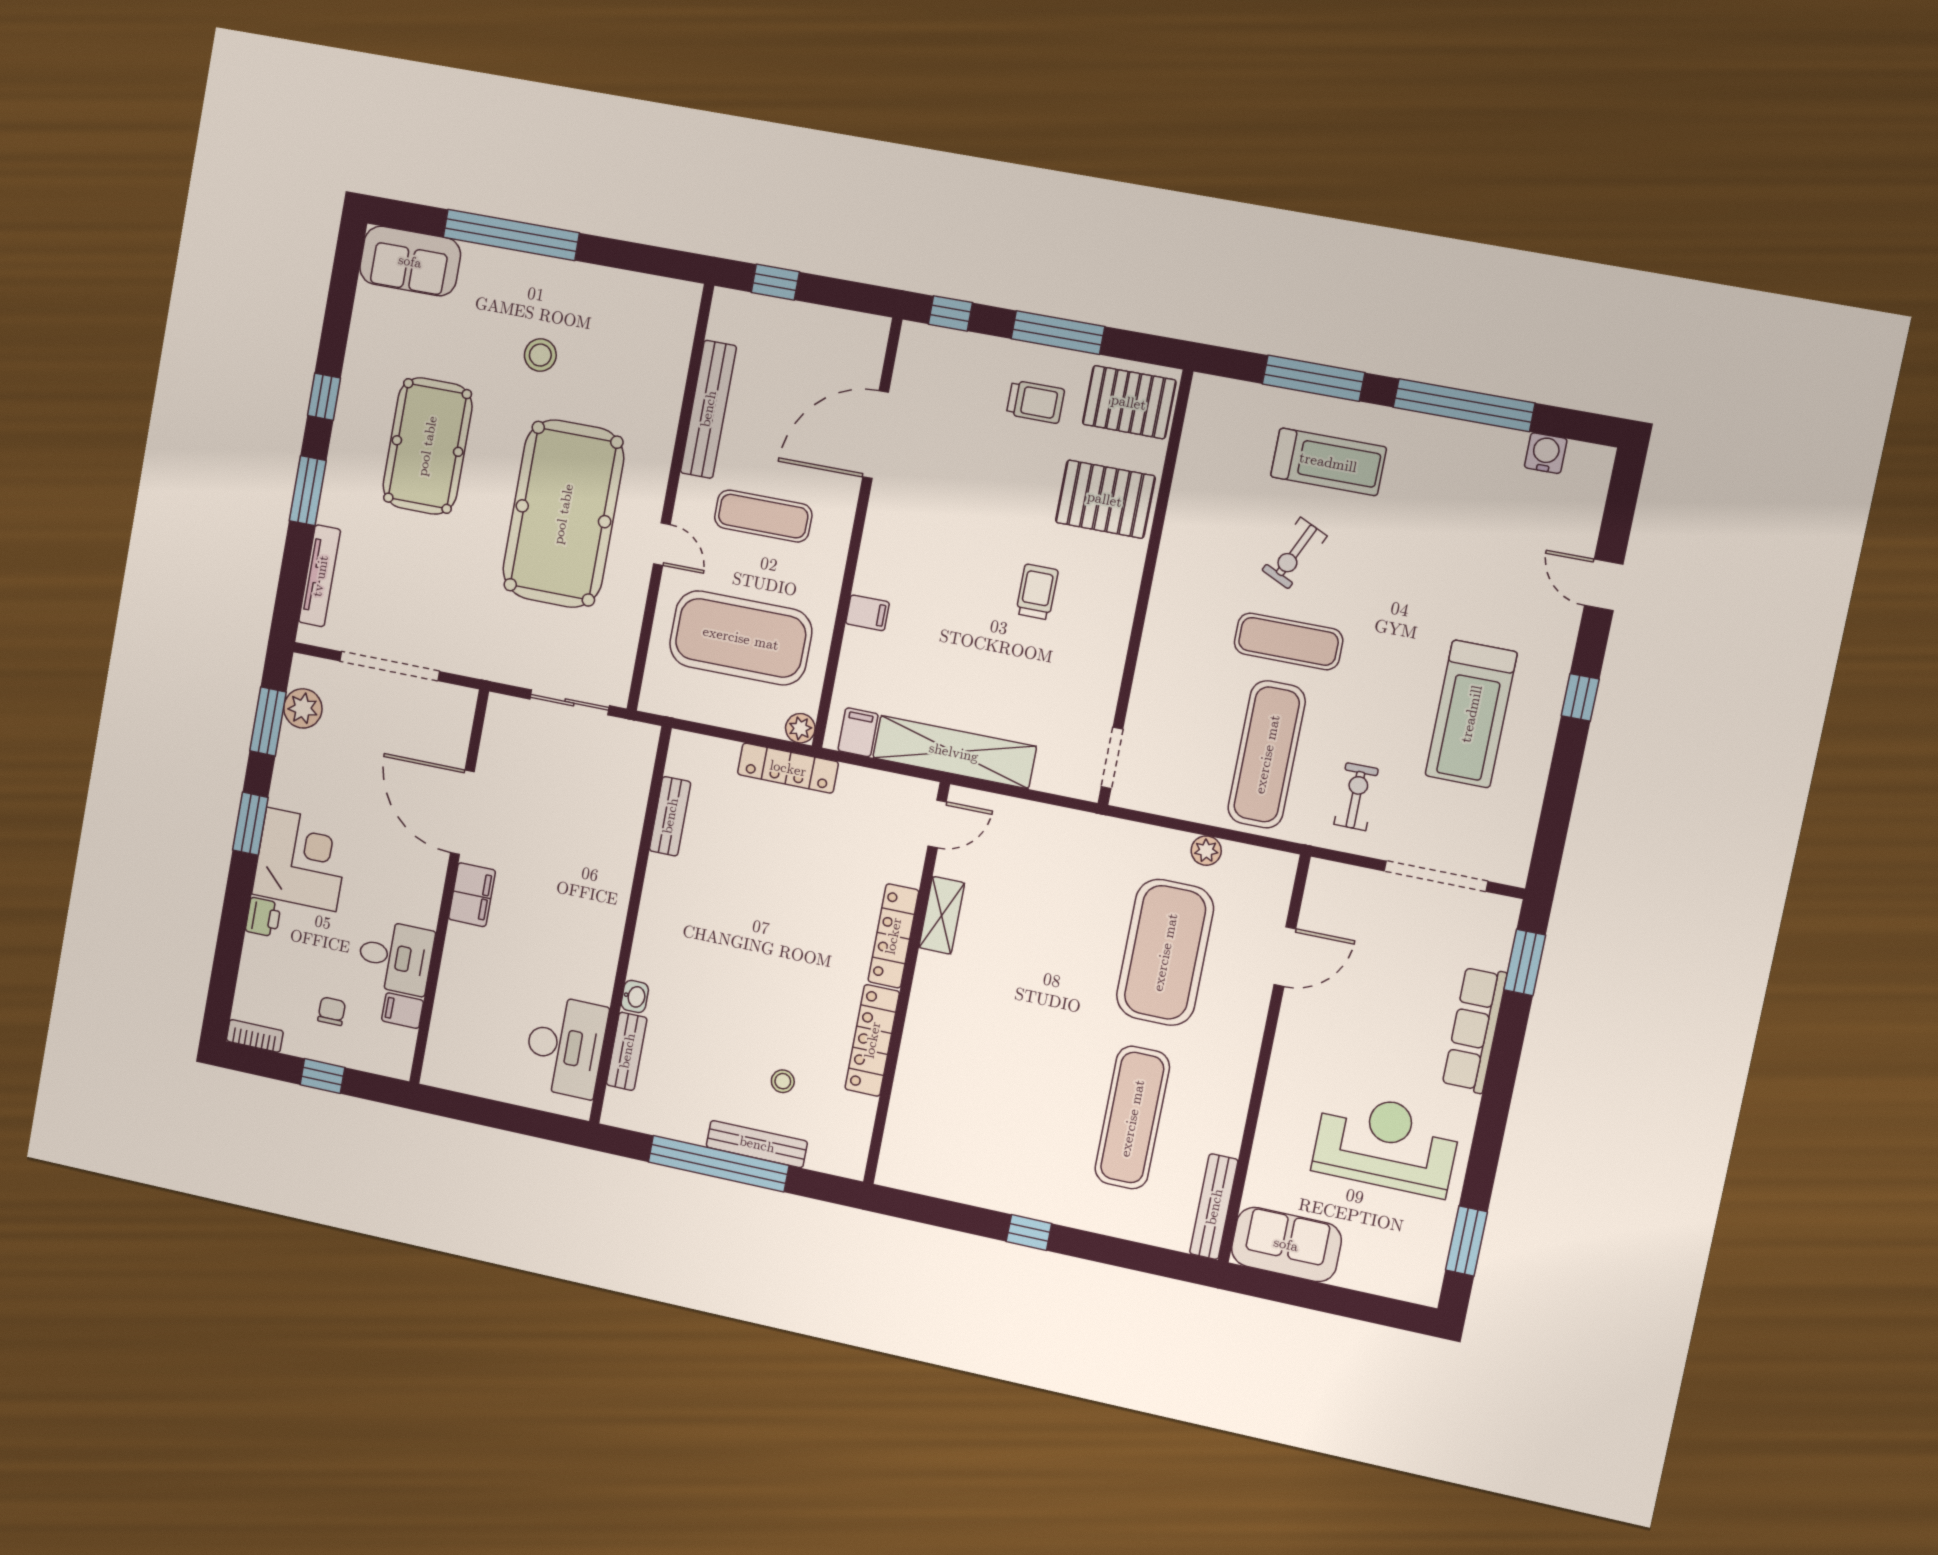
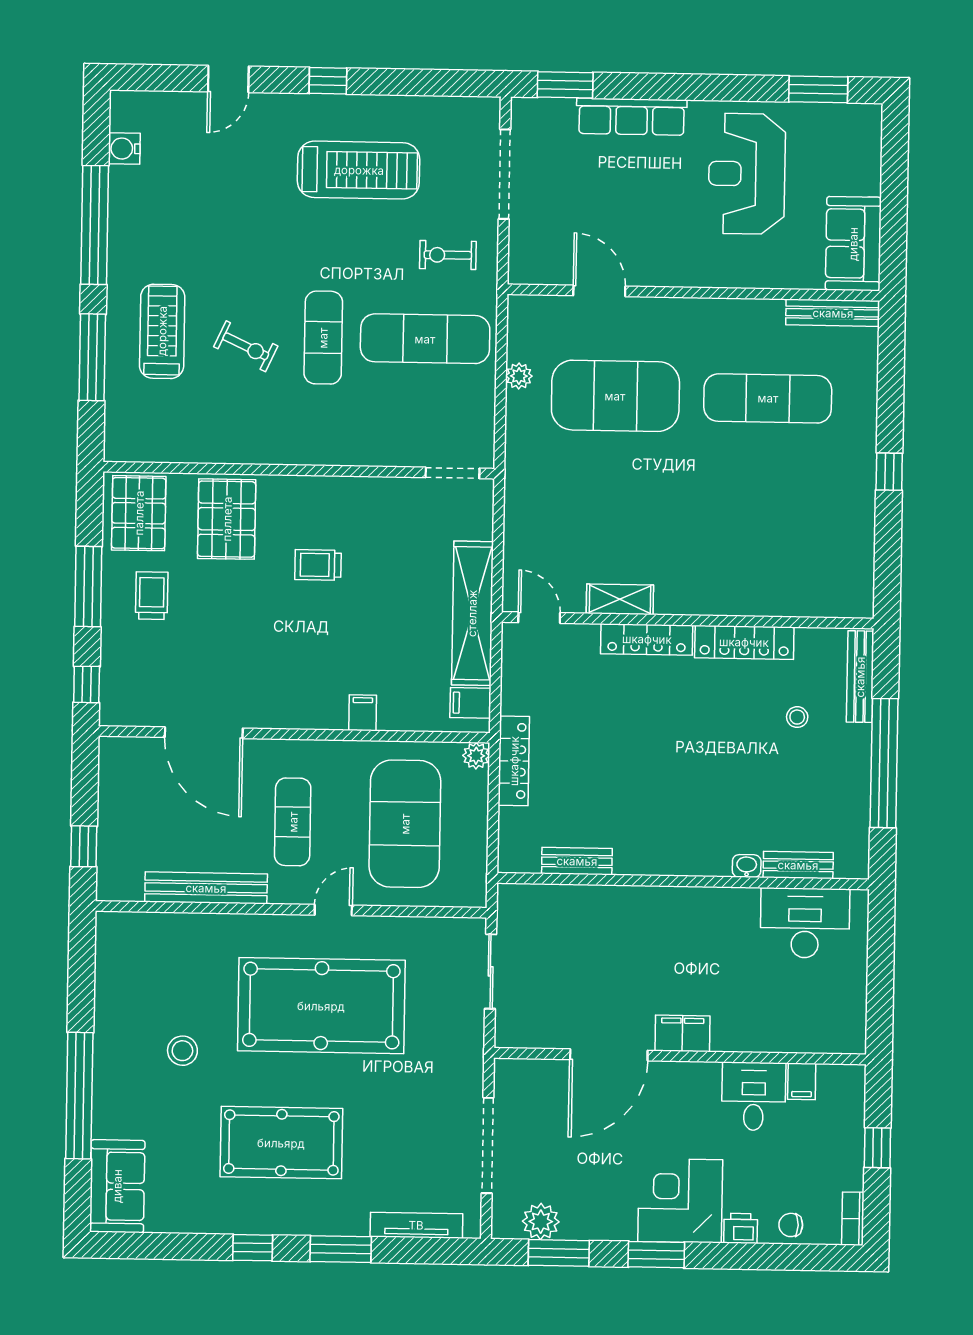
chair: (332, 1011) -> (791, 1225), moved
bench: (757, 1144) -> (860, 677), moved

